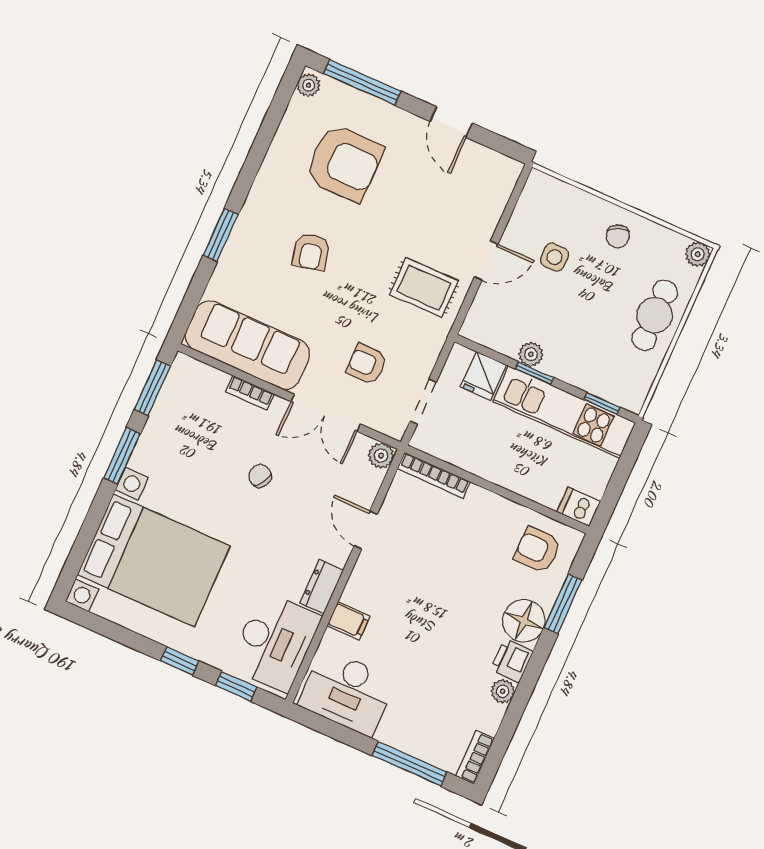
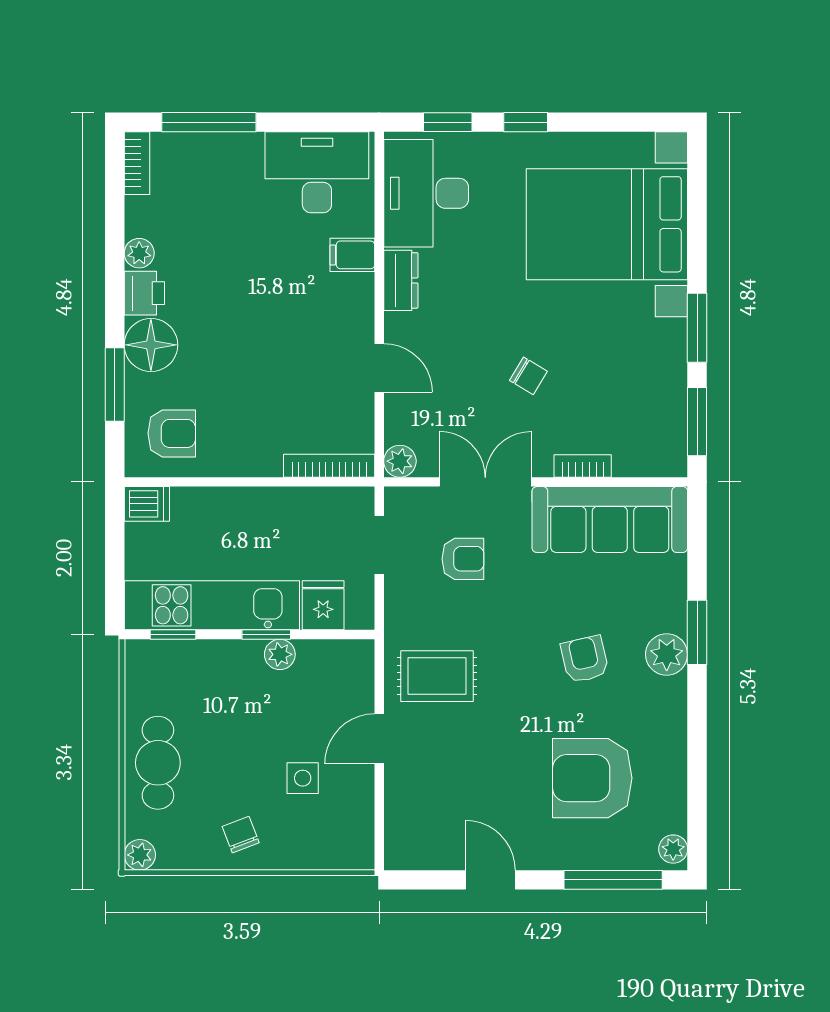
plant: (250, 229) -> (667, 654), added

